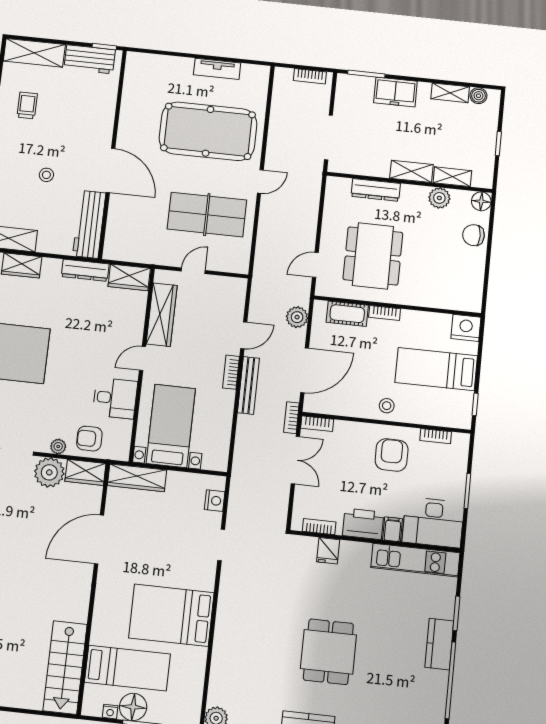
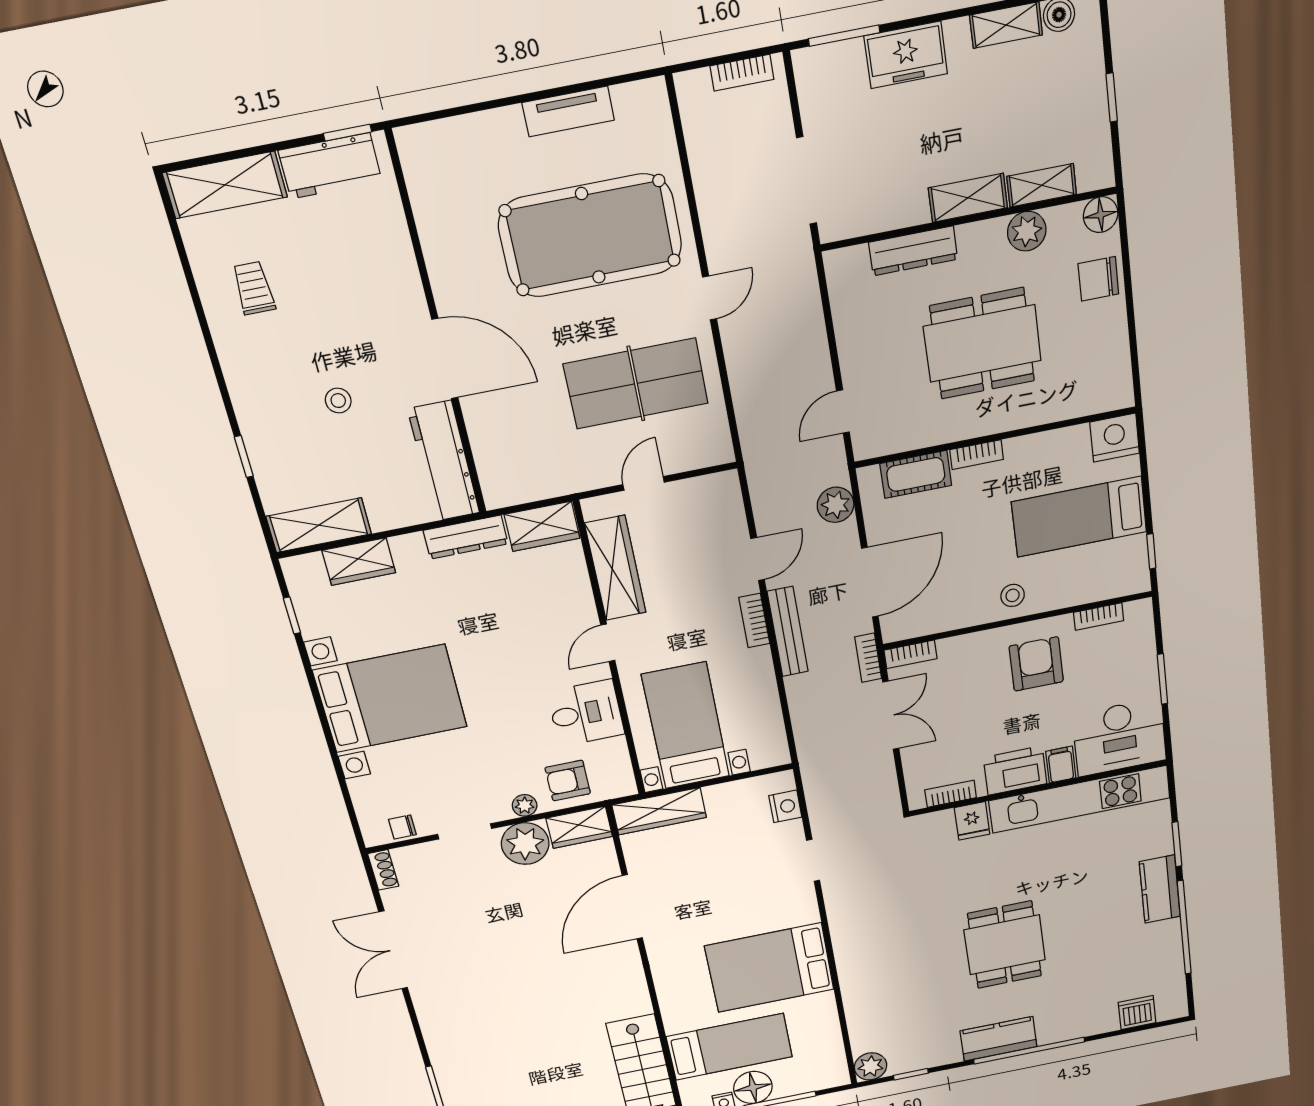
dining table: (373, 256) -> (982, 344), moved, turned 90
kitchen unit: (415, 560) -> (1080, 799), width x1.36

